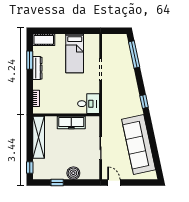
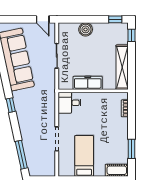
dresser: (37, 68) -> (123, 140), removed
window: (57, 183) -> (115, 19), moved

